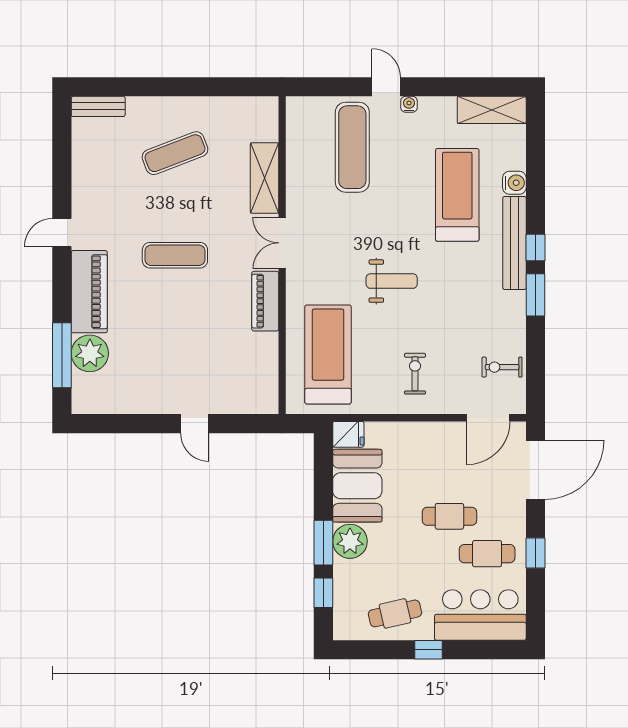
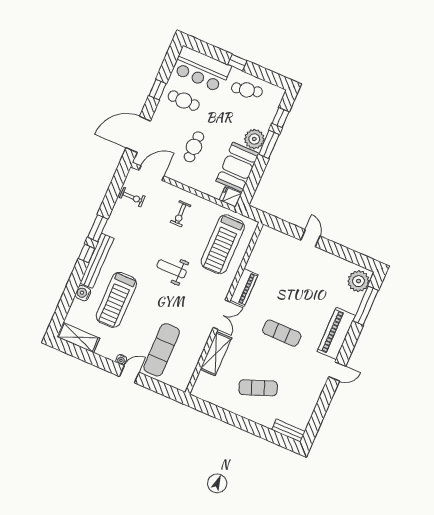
door: (386, 87) -> (129, 374), swing flipped
plant: (90, 353) -> (359, 281), moved
cafe table: (449, 516) -> (194, 147), moved, turned 90

